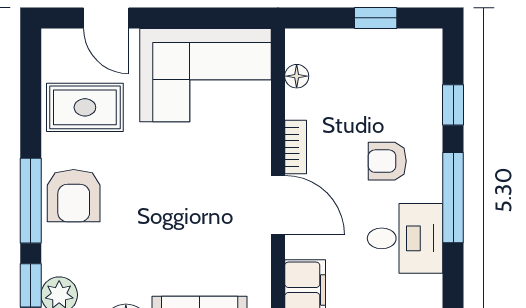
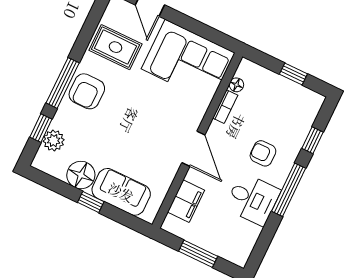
bookcase: (296, 147) -> (225, 107), moved

